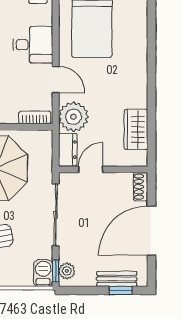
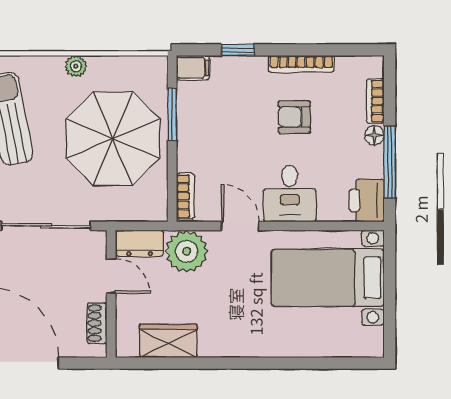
door: (56, 79) -> (240, 226), swing flipped
shoe rack: (141, 187) -> (97, 323), moved, turned -90

